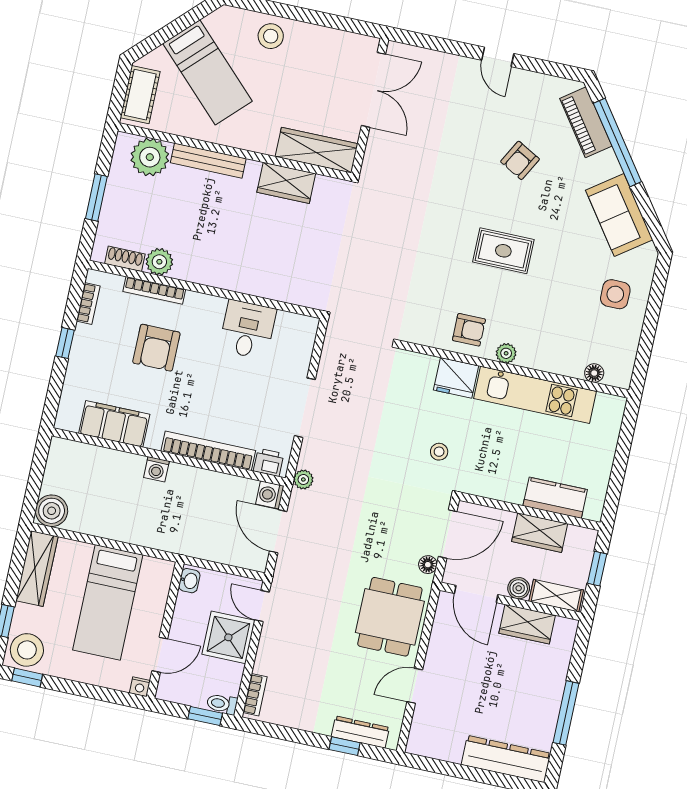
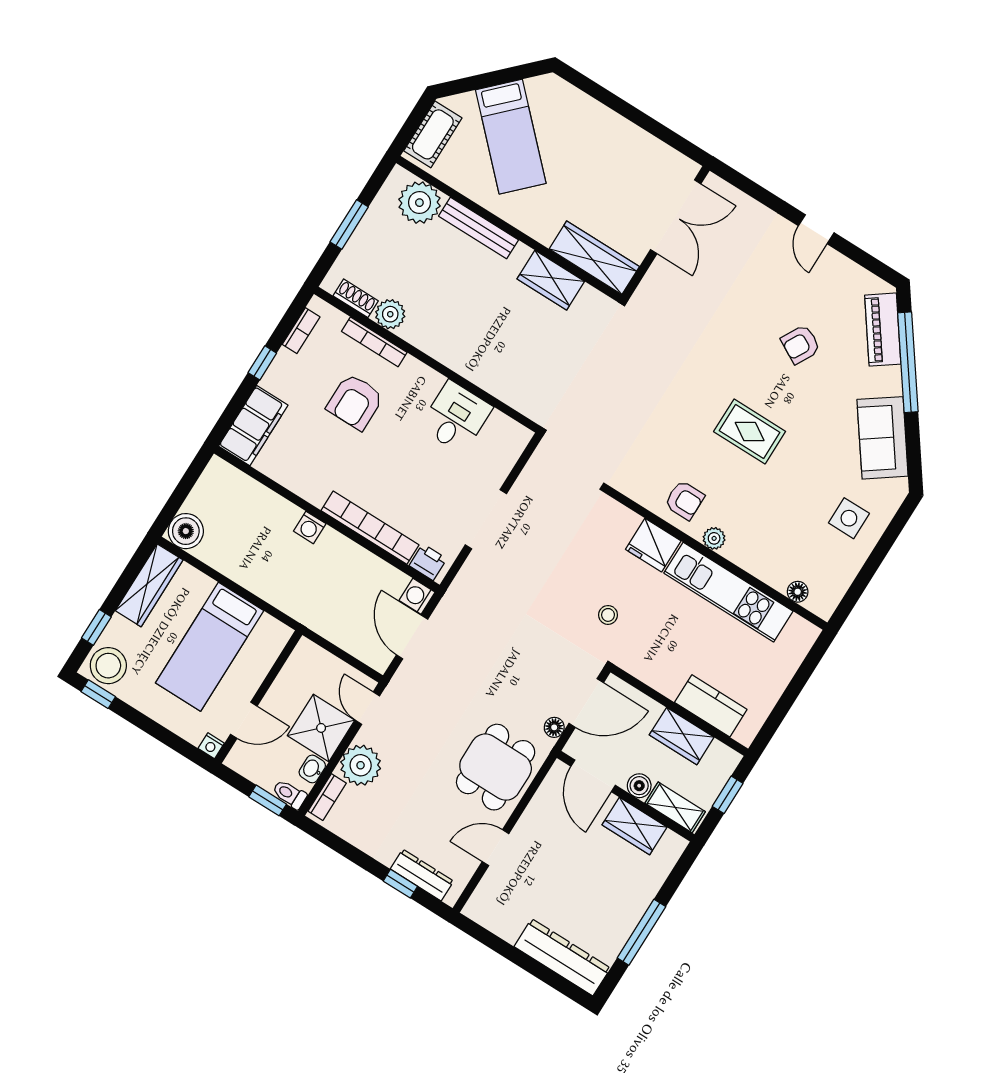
stool: (271, 36) -> (590, 123), removed
filing cabinet: (114, 424) -> (253, 426), moved, turned 90
plant: (303, 479) -> (361, 765), moved, width x1.87, depth x1.87
washbasin: (189, 581) -> (312, 769), moved, turned 180

